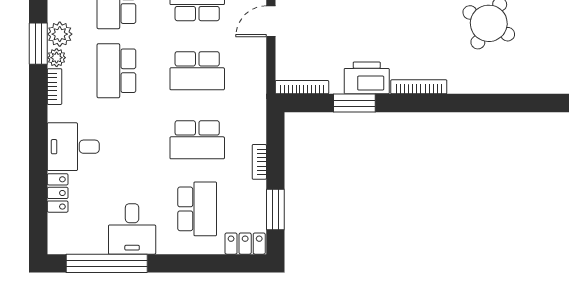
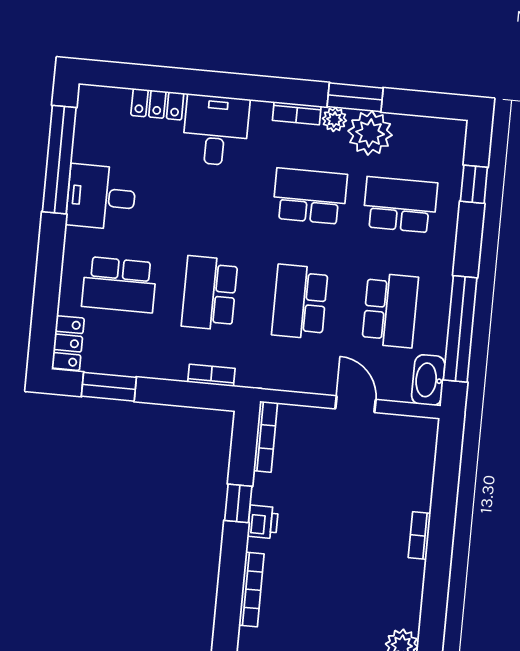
plant: (60, 34) -> (370, 133), width x1.36, depth x1.36
printer: (367, 78) -> (263, 522), width x0.53, depth x0.68
window: (354, 103) -> (238, 503), width x0.67
bookcase: (259, 162) -> (211, 375), moved

